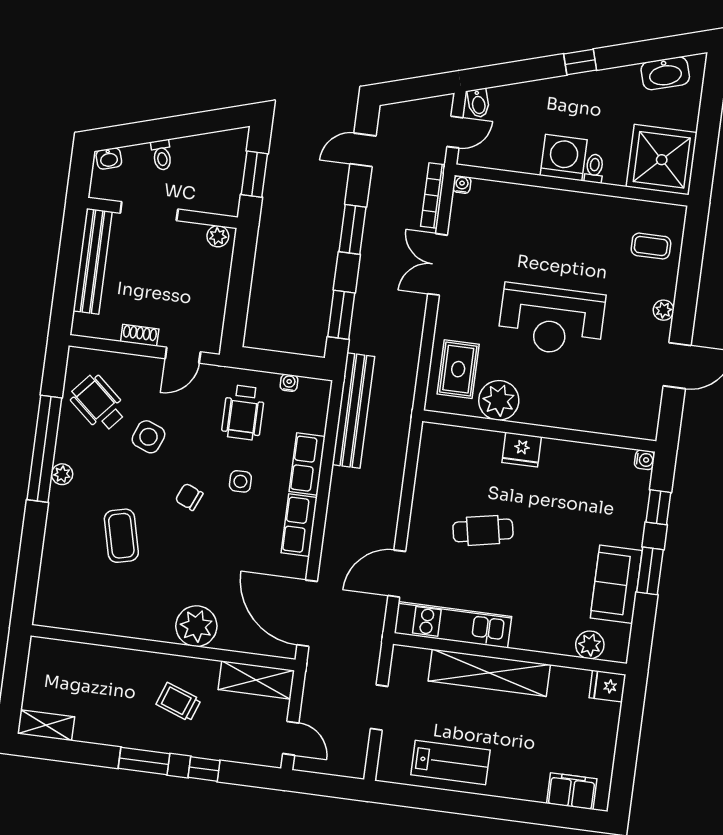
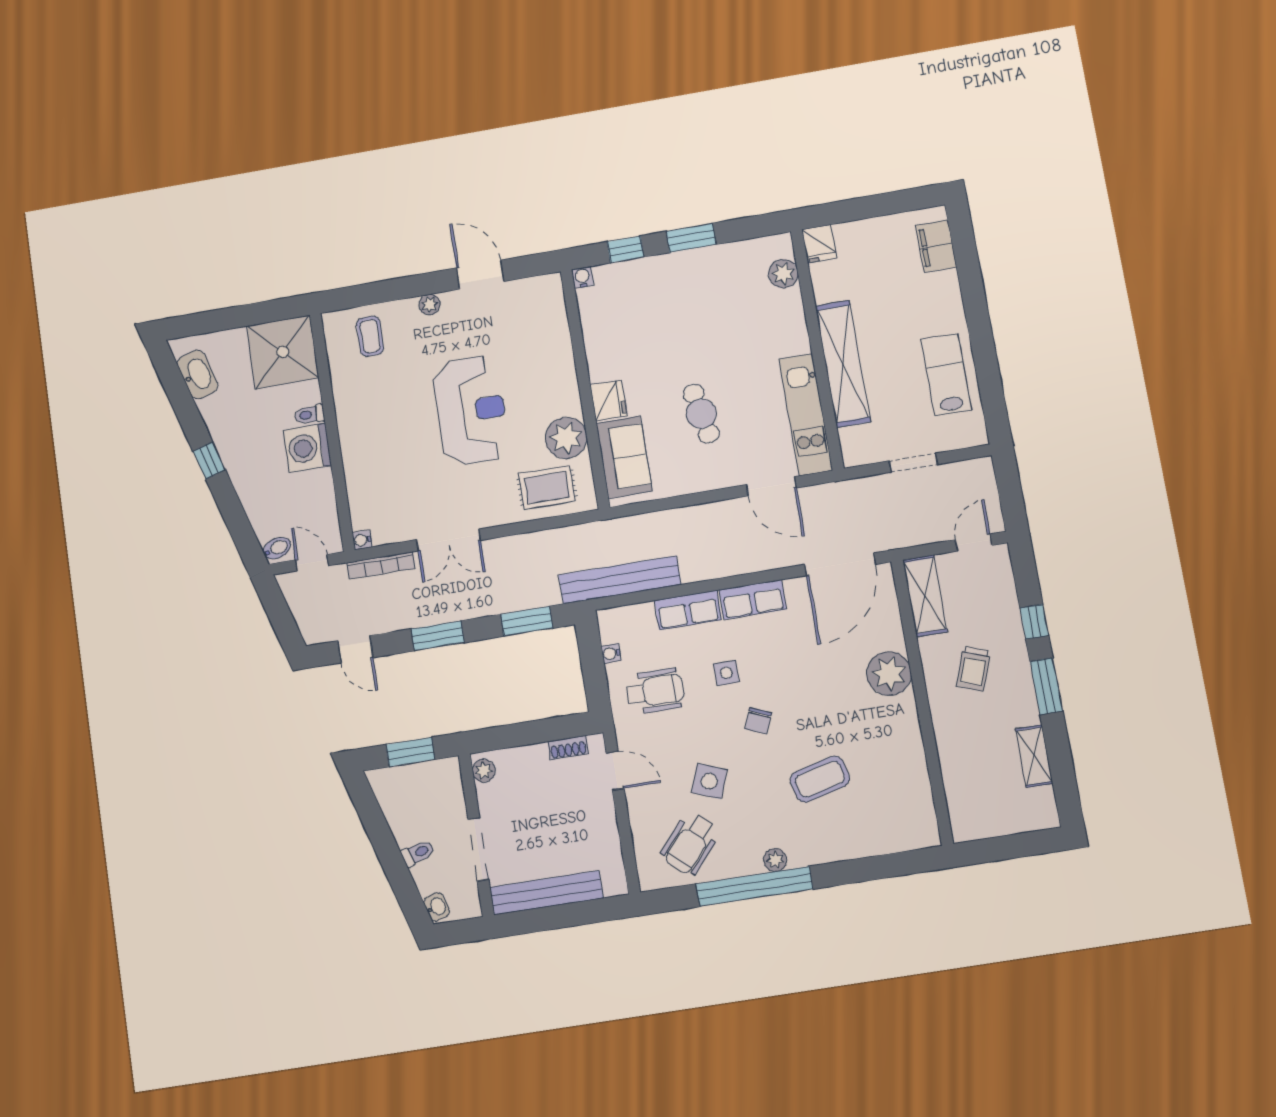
shoe rack: (140, 335) -> (568, 748), moved, turned -90
sofa: (616, 584) -> (624, 457), moved, turned -90
shelving: (46, 725) -> (1034, 756), moved

